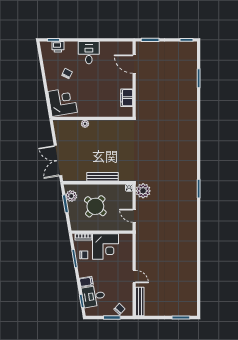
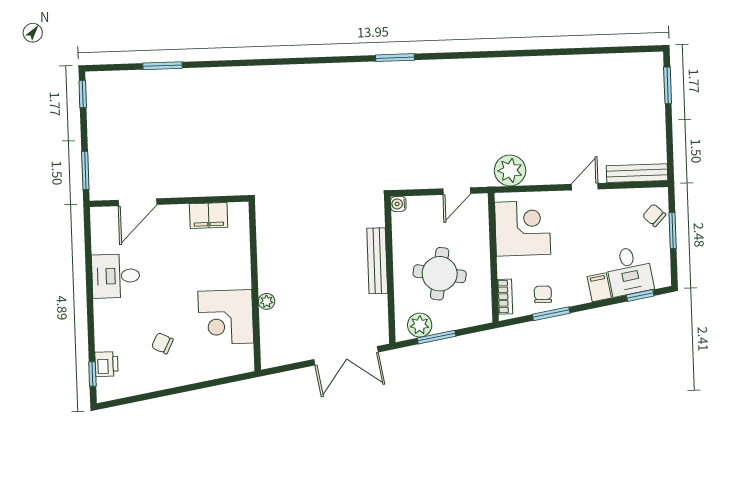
desk: (89, 53) -> (116, 276), moved
corner desk: (63, 102) -> (226, 317), moved, turned -80
plant: (143, 191) -> (510, 170), moved
round table: (95, 206) -> (440, 274), turned -31
corner desk: (105, 246) -> (523, 228), moved

